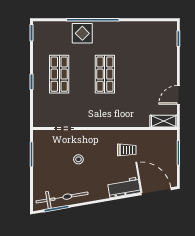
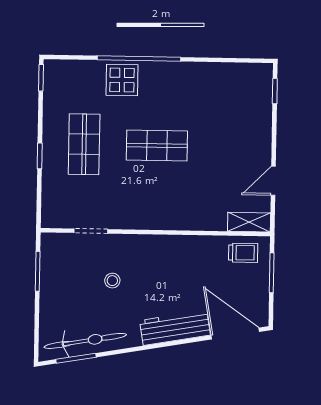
shop shelf: (105, 74) -> (157, 146), turned 90
trolley: (127, 150) -> (243, 253), moved
workbench: (124, 187) -> (175, 328), width x1.38

